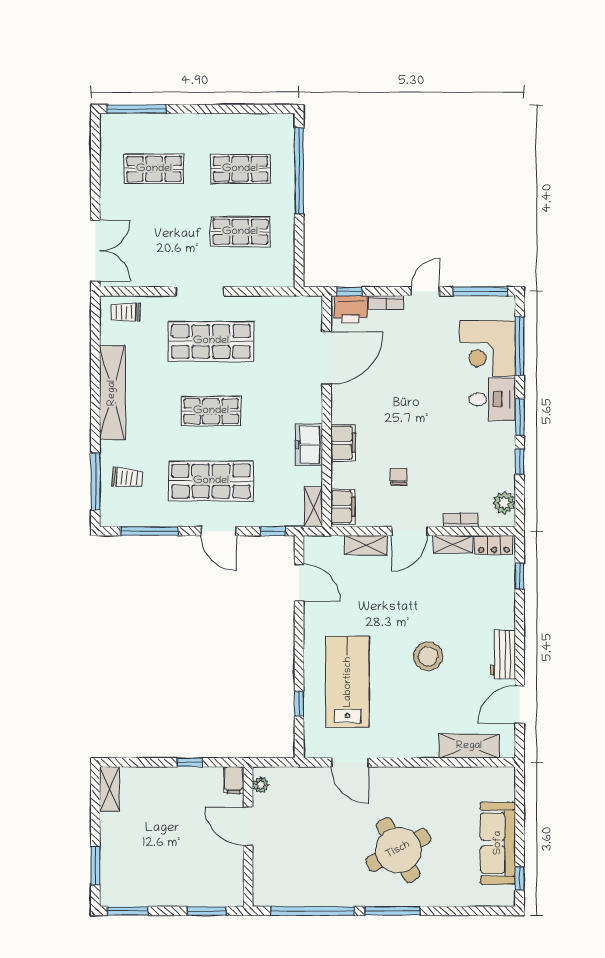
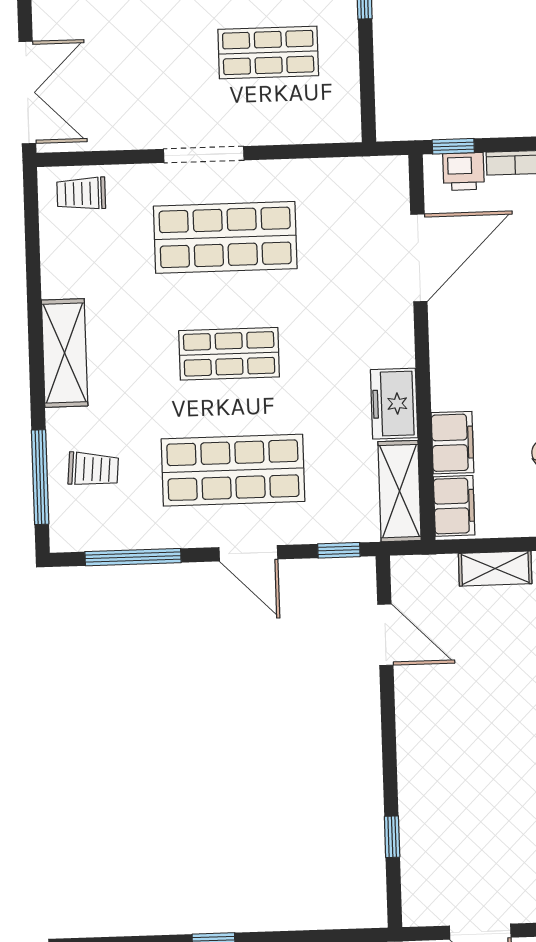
printer: (351, 309) -> (464, 171), width x0.73, depth x0.81
shelving: (112, 393) -> (65, 353), width x0.68
filing cabinet: (343, 443) -> (453, 443), moved
shelving: (313, 507) -> (400, 491), width x1.50, depth x1.33
lab bench: (348, 682) -> (472, 797), removed

